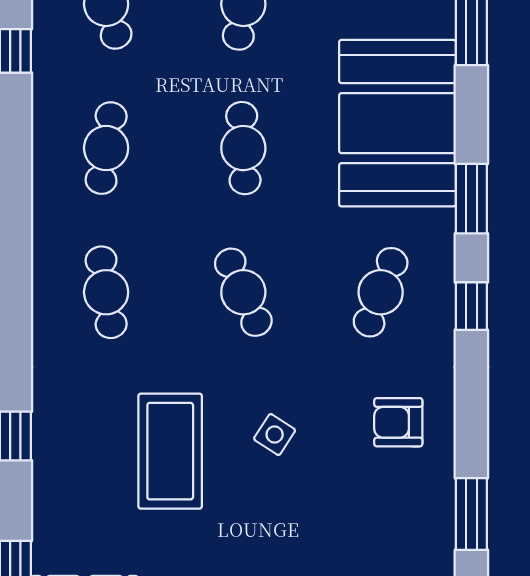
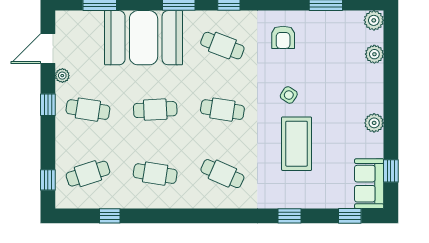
cafe table: (106, 292) -> (222, 174), turned 33
cafe table: (243, 292) -> (222, 110), turned 33
coffee table: (170, 451) -> (297, 144), turned 90

